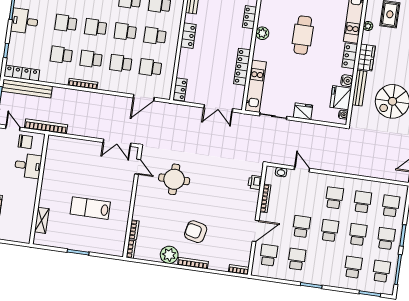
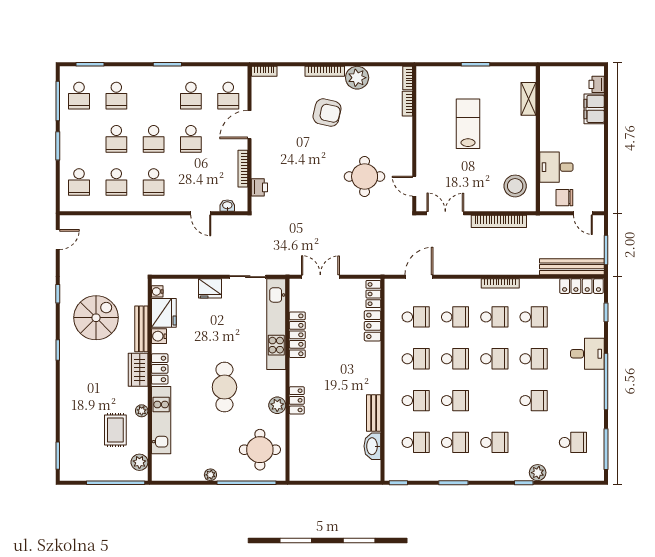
plant: (262, 33) -> (277, 405), moved
locker: (188, 36) -> (373, 326), moved
kitchen unit: (256, 86) -> (276, 324), width x1.36
bookcase: (46, 126) -> (499, 221), moved
stool: (61, 156) -> (515, 186), added
lab bench: (90, 208) -> (468, 124), turned -90
school desk: (386, 239) -> (79, 139), removed

